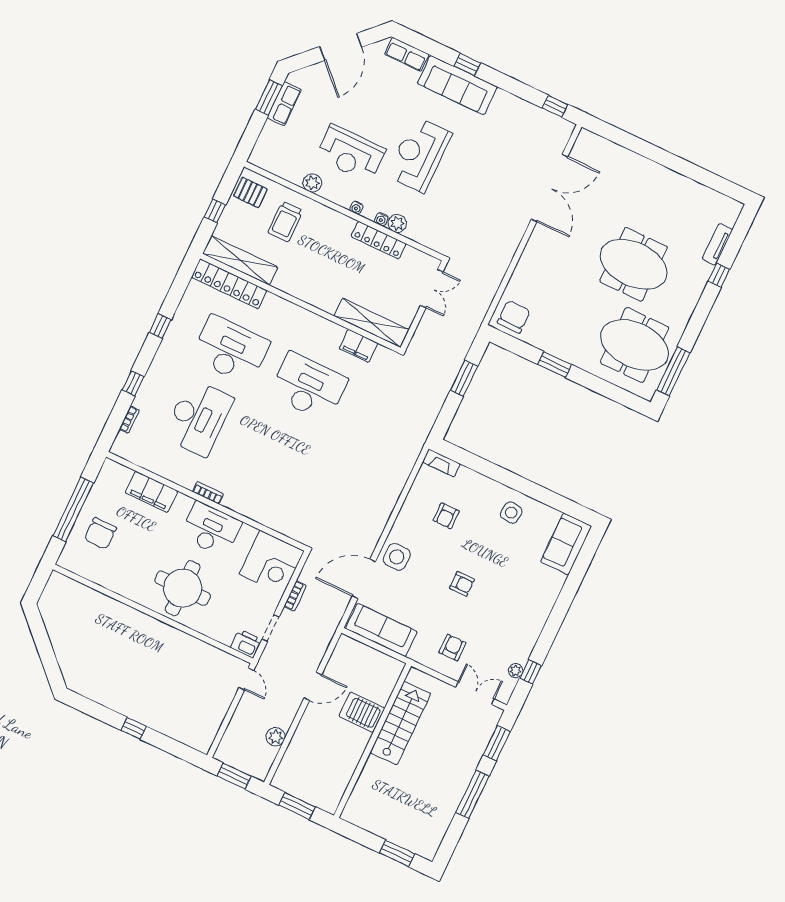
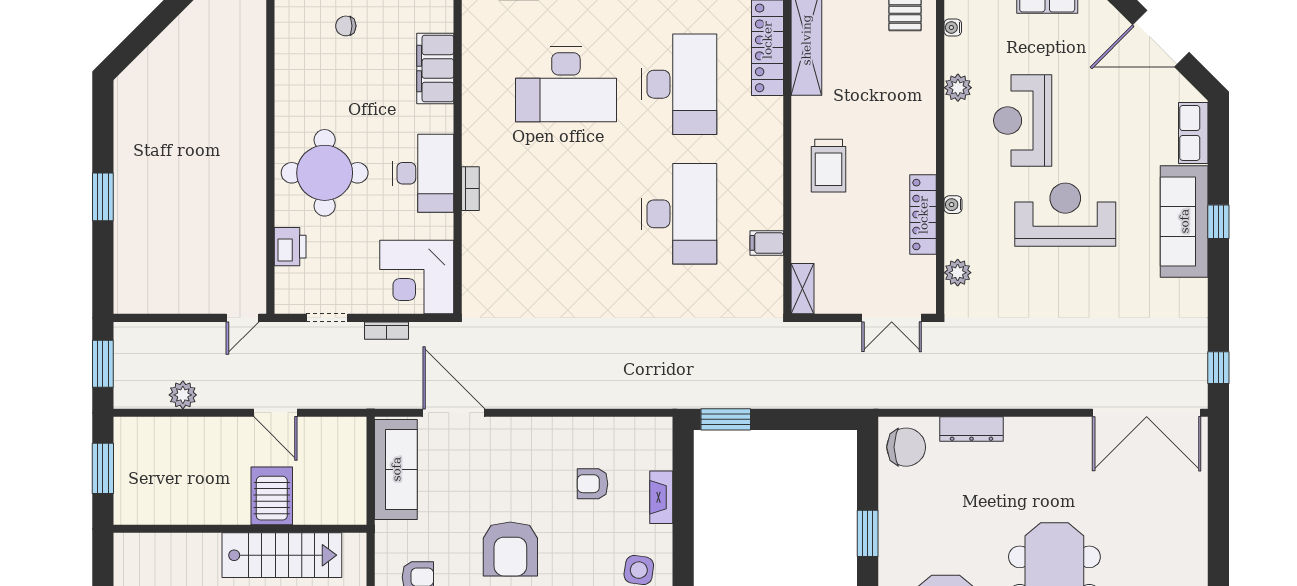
double door: (549, 188) -> (1147, 413), moved
water cooler: (356, 208) -> (953, 27), moved
trolley: (285, 222) -> (829, 166), moved, turned -90
plant: (397, 223) -> (958, 273), moved
dresser: (521, 272) -> (972, 429), added
shelving: (372, 323) -> (803, 289), width x0.45, depth x0.75
filing cabinet: (359, 346) -> (767, 243), width x0.50
window: (464, 378) -> (726, 419), moved
fireplace: (441, 463) -> (661, 497), moved
bookcase: (208, 493) -> (470, 189), moved
chair: (100, 533) -> (346, 26), width x0.54, depth x0.54
side table: (397, 557) -> (505, 443), removed
armchair: (462, 584) -> (510, 549), width x1.88, depth x1.88
printer: (246, 644) -> (290, 247), moved
window: (134, 728) -> (103, 197), width x1.50

